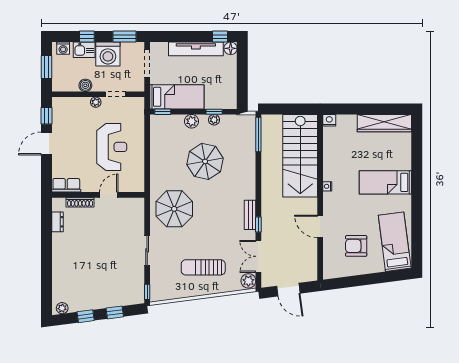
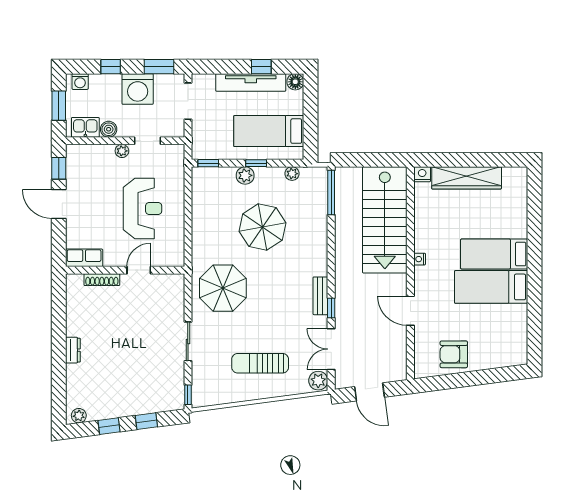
window: (220, 37) -> (261, 67), moved
kitchen sink: (84, 50) -> (85, 127), moved, turned 180
bed: (177, 97) -> (269, 131), moved, turned 180
window: (214, 112) -> (256, 163), moved
plant: (214, 120) -> (292, 174), moved
wardrobe: (384, 123) -> (467, 178), moved
door: (46, 143) -> (59, 204), hinge flipped
dresser: (58, 222) -> (73, 350), moved
bed: (395, 242) -> (491, 287), moved, turned -83
armchair: (356, 246) -> (454, 354), moved

